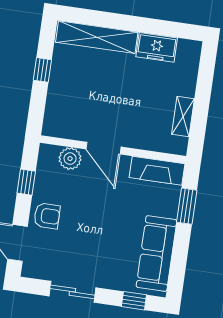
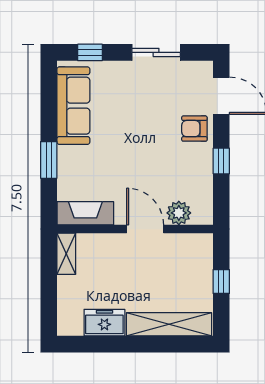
door: (104, 148) -> (145, 229), moved
wall: (113, 149) -> (135, 229), moved
plant: (70, 159) -> (179, 213), moved
fireplace: (157, 171) -> (85, 213), moved

